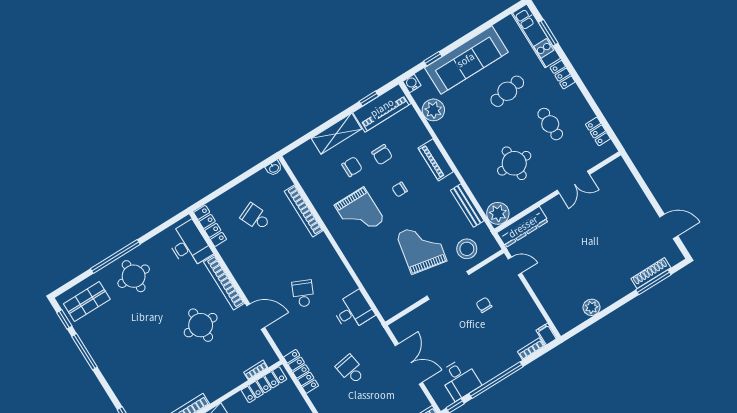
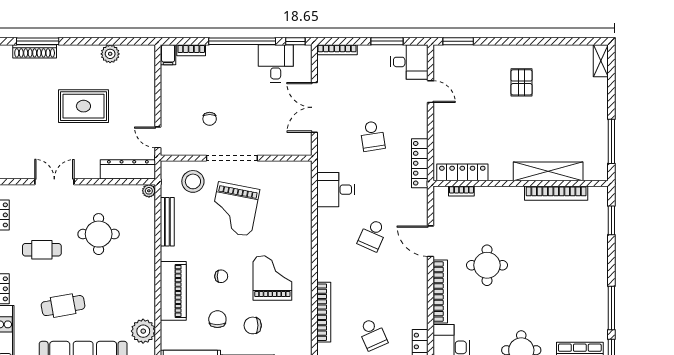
cafe table: (550, 124) -> (42, 250), turned 90
piano: (436, 160) -> (173, 291), width x1.37, depth x1.33
plant: (498, 213) -> (149, 191), width x0.53, depth x0.53
rug: (587, 254) -> (83, 106), added

